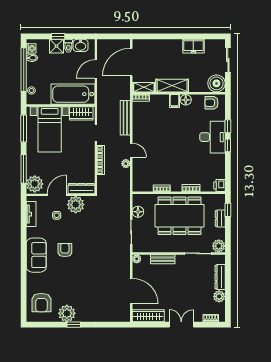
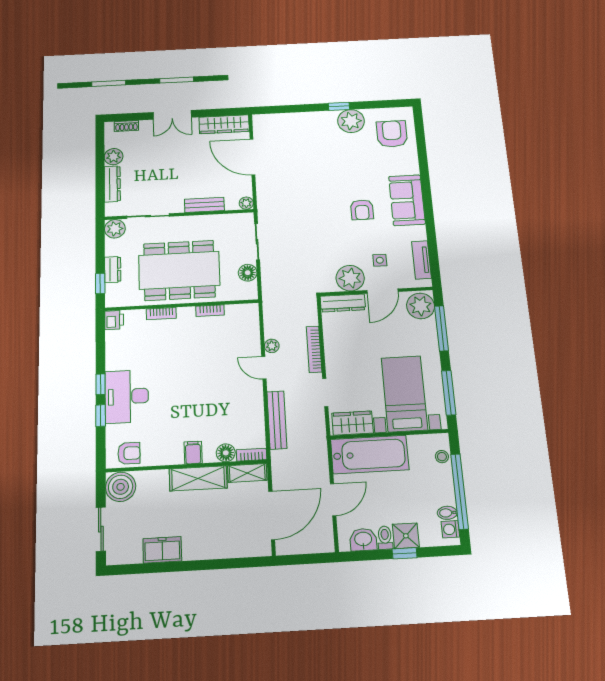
floor lamp: (186, 100) -> (226, 453), moved

